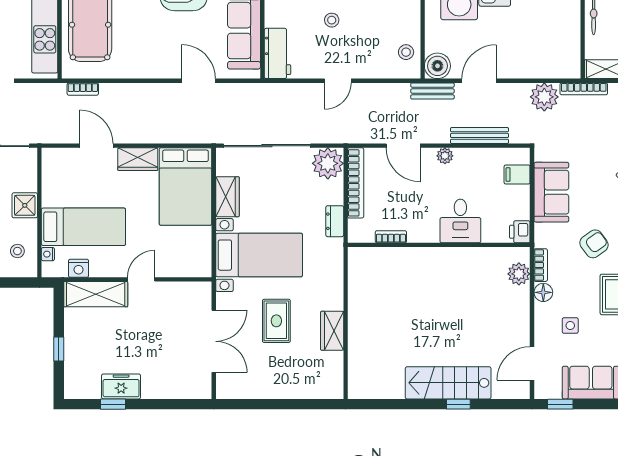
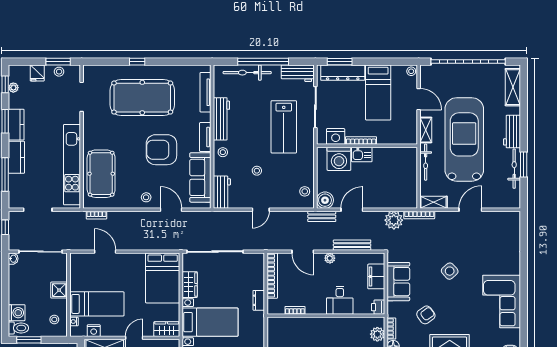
stool: (160, 61) -> (146, 197), added
wardrobe: (138, 159) -> (167, 329), moved, turned 180
plant: (328, 163) -> (254, 263), removed
filing cabinet: (517, 175) -> (376, 276), width x2.00

